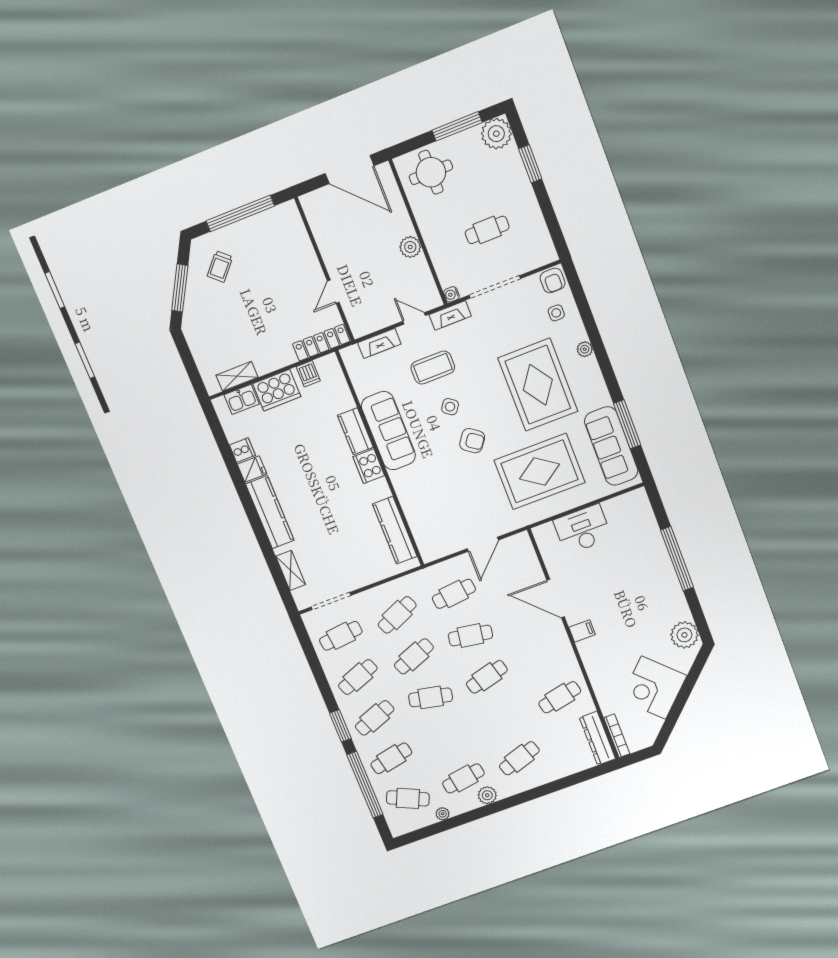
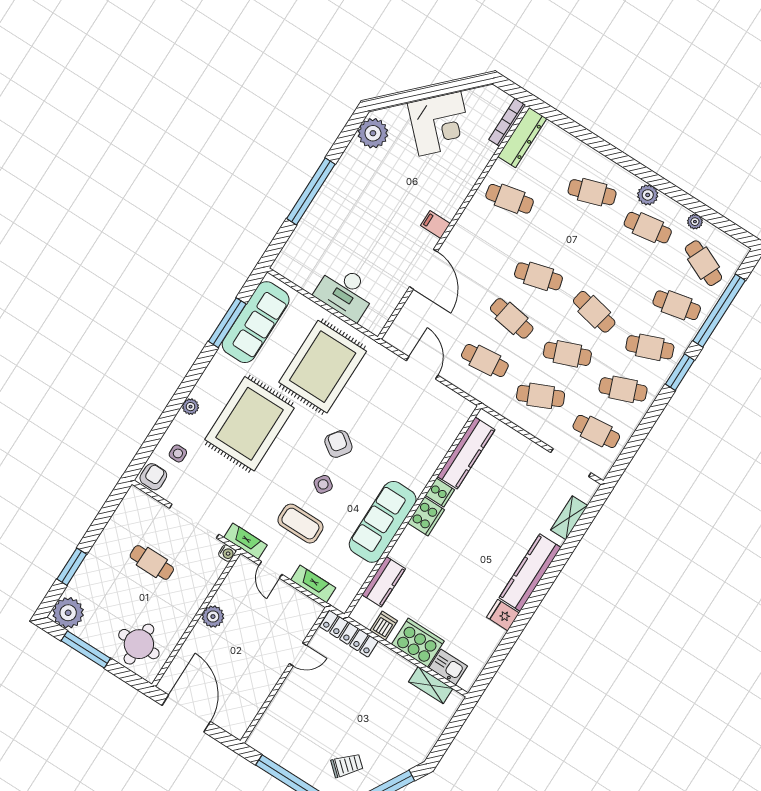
kitchen counter: (355, 431) -> (384, 582), moved
cooker: (242, 450) -> (440, 492), moved, turned 180
rug: (540, 471) -> (323, 367), turned 90
door: (483, 544) -> (422, 368), hinge flipped

